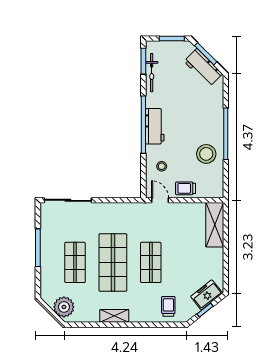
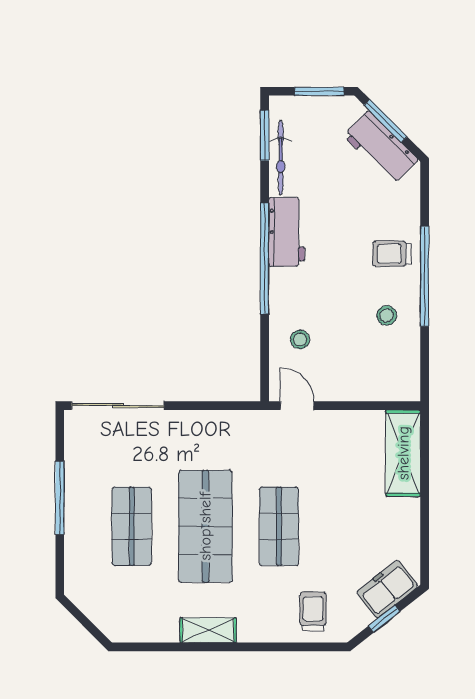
workbench: (155, 126) -> (287, 232), moved
stool: (206, 154) -> (387, 316), width x0.53, depth x0.53
trolley: (186, 188) -> (392, 254), moved
plant: (64, 307) -> (110, 613), removed

